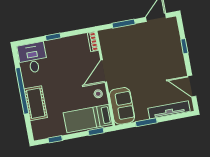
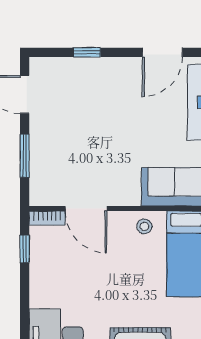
window: (53, 37) -> (25, 249), moved
door: (104, 71) -> (86, 209), moved

